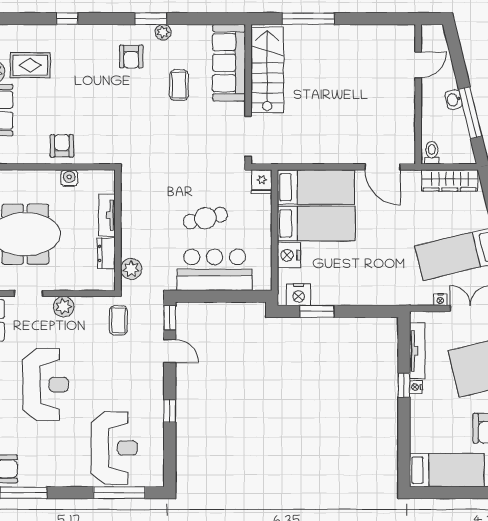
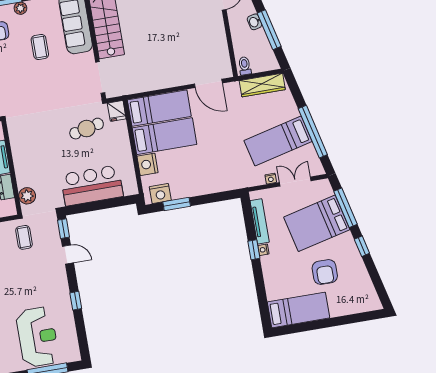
cafe table: (205, 218) -> (87, 129), moved

